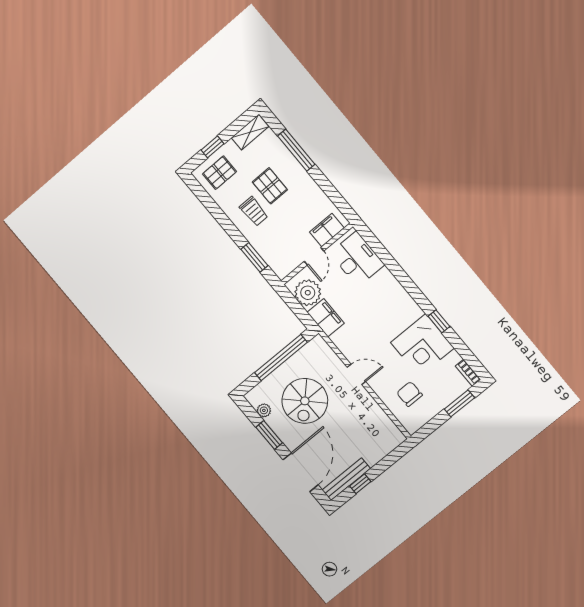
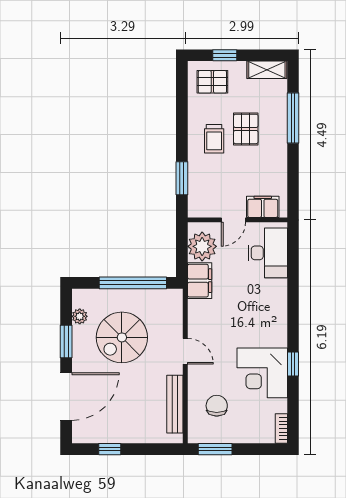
window: (459, 403) -> (215, 449), moved
bench: (346, 479) -> (175, 404), moved, turned 90

